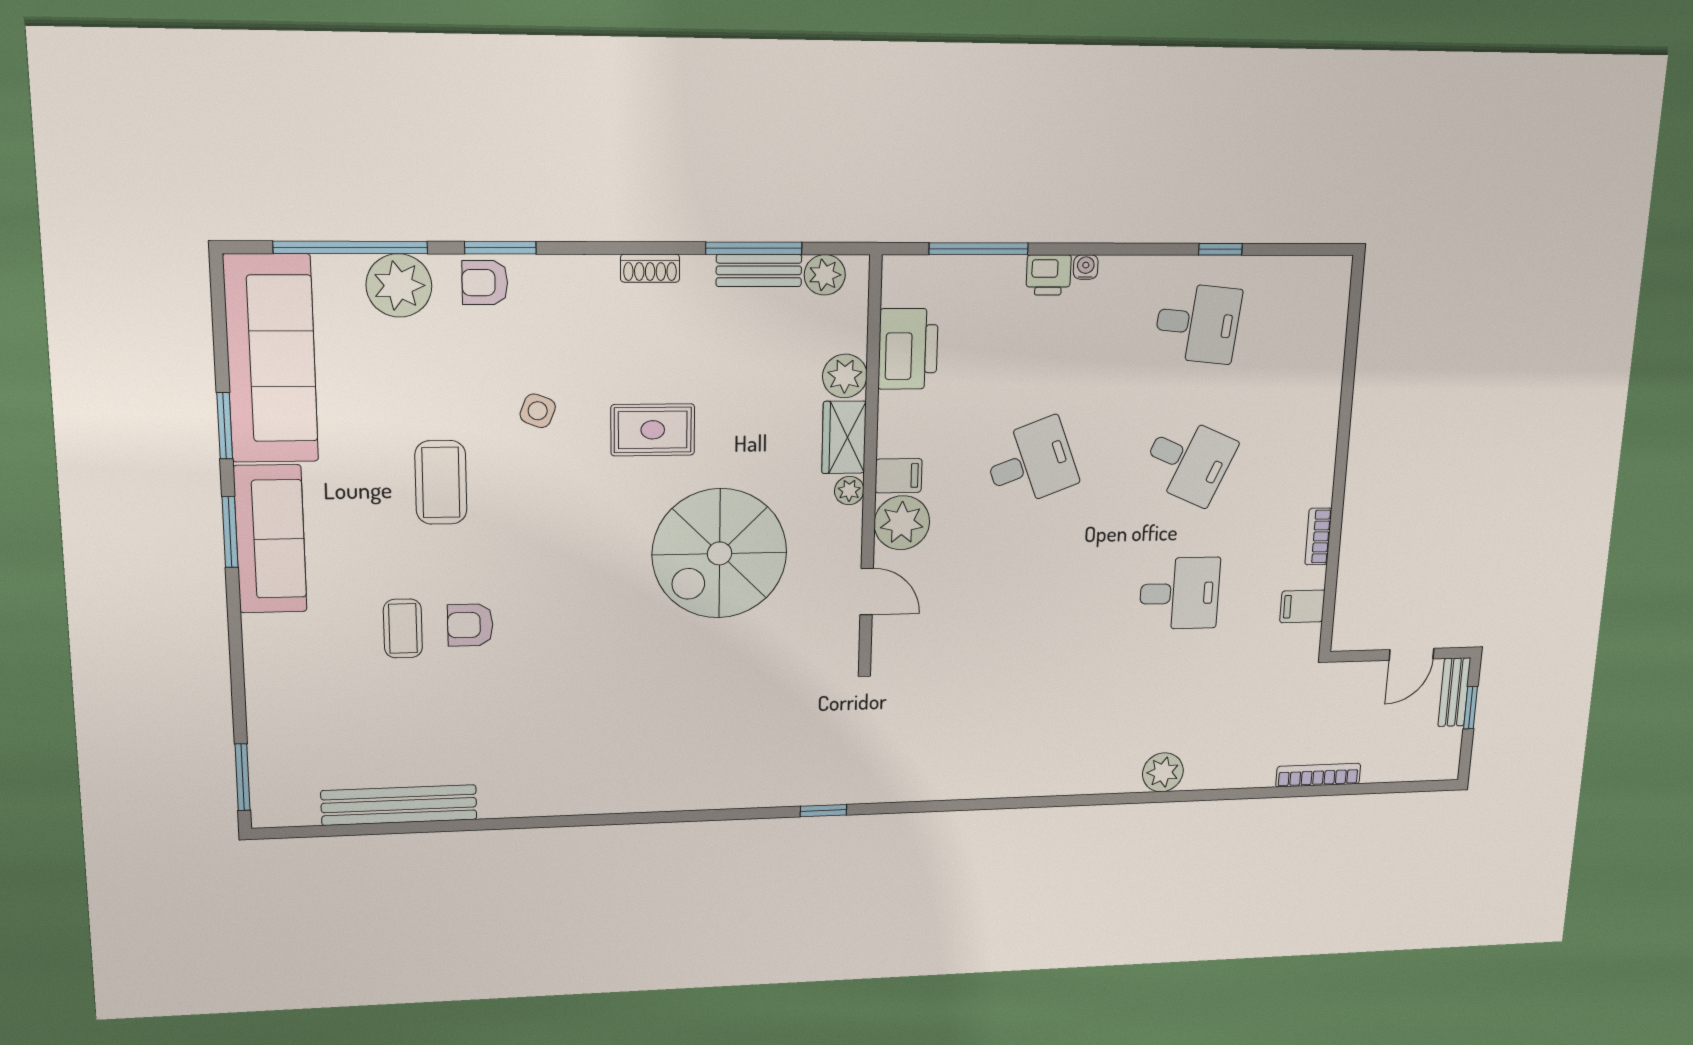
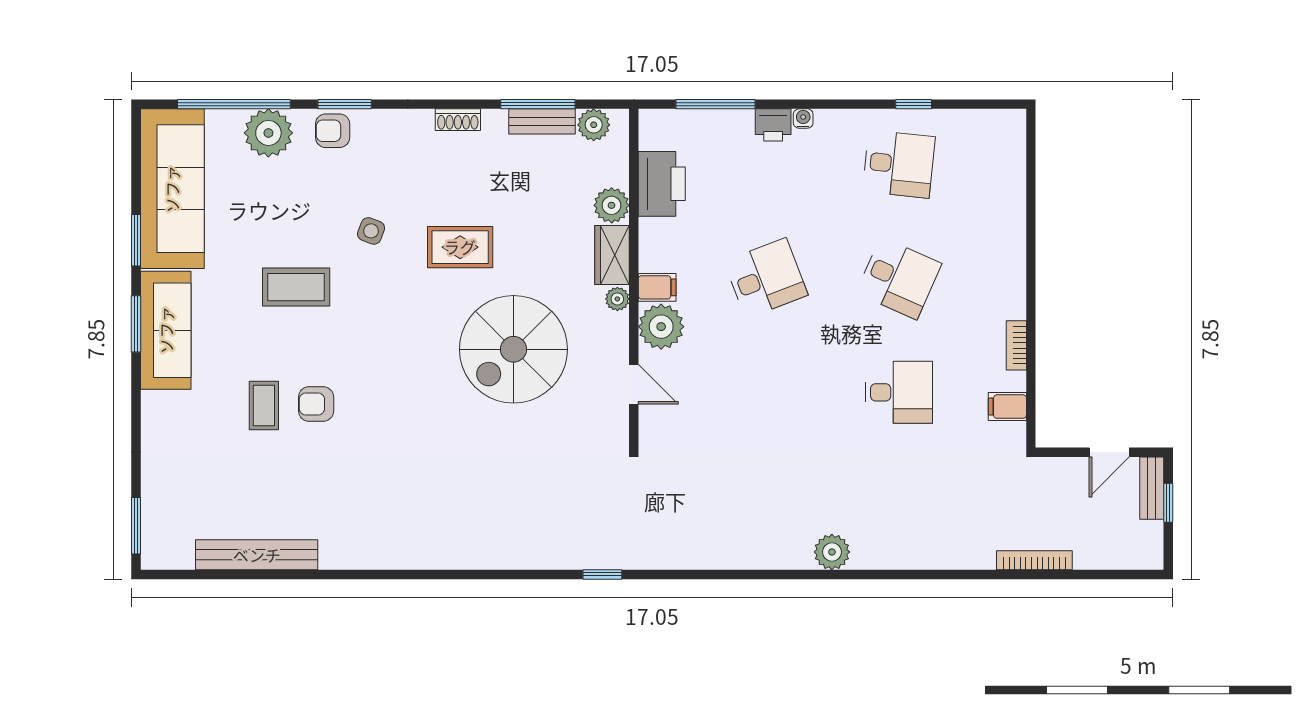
coffee table: (441, 482) -> (296, 287), turned 90
plant: (1163, 772) -> (832, 552), moved

